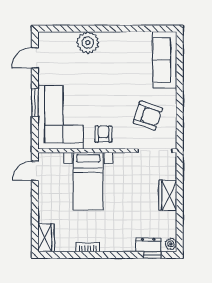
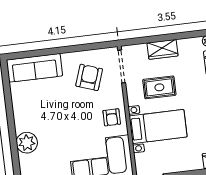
armchair: (103, 134) -> (112, 117), turned -90
rug: (129, 187) -> (159, 87), added

